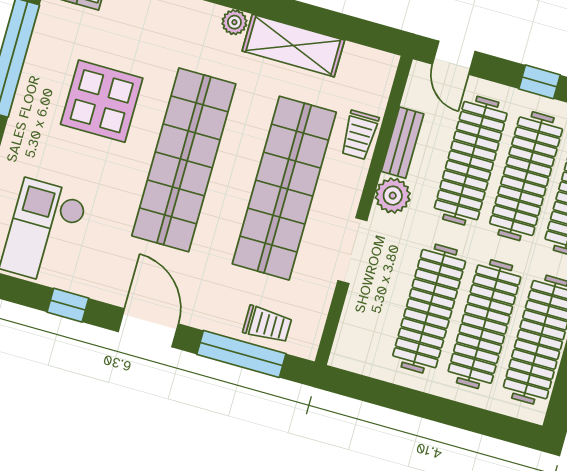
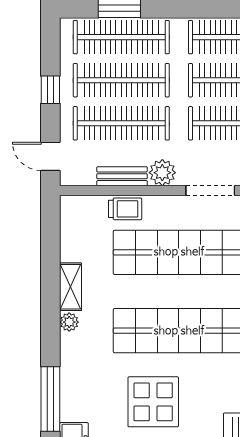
shelving: (293, 46) -> (71, 287), width x0.67, depth x0.75
door: (454, 58) -> (50, 156), swing flipped

